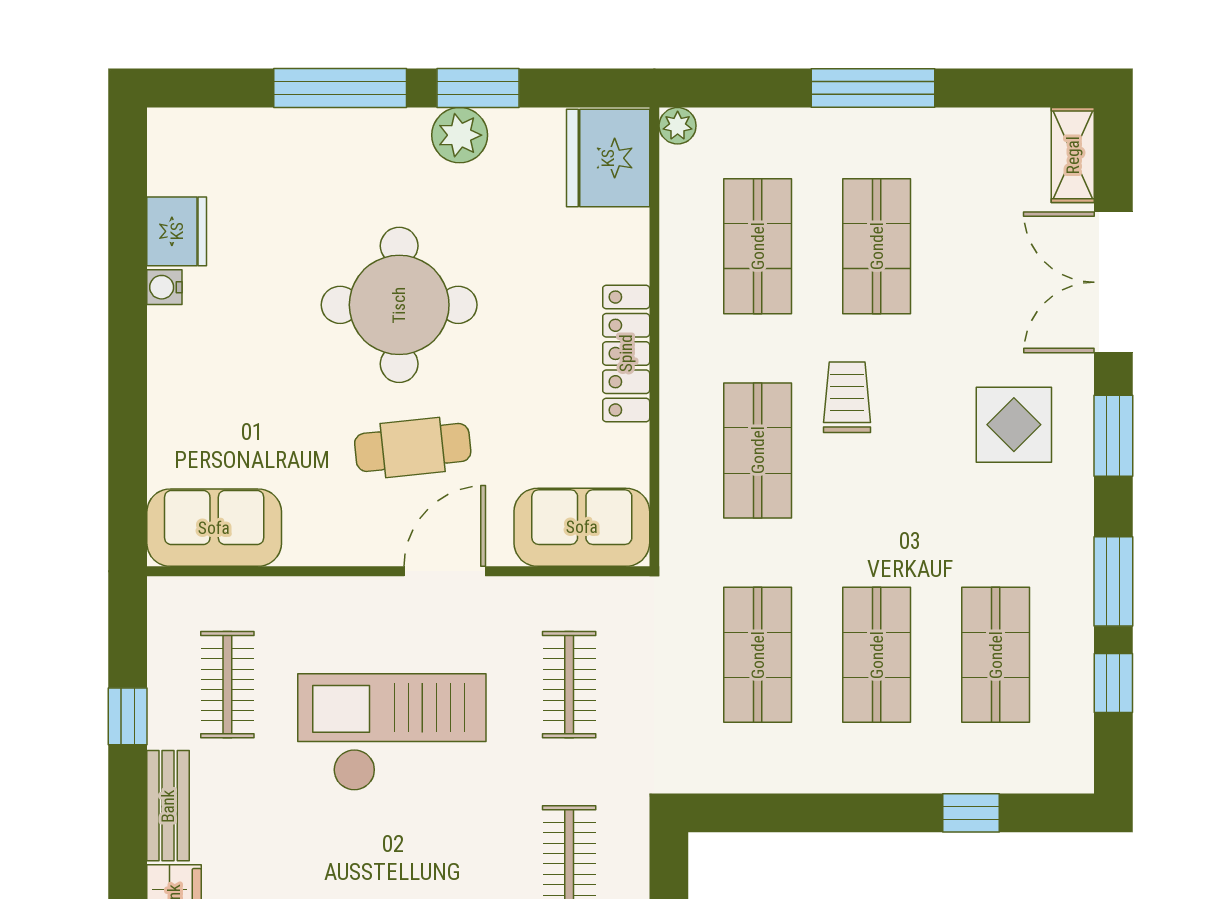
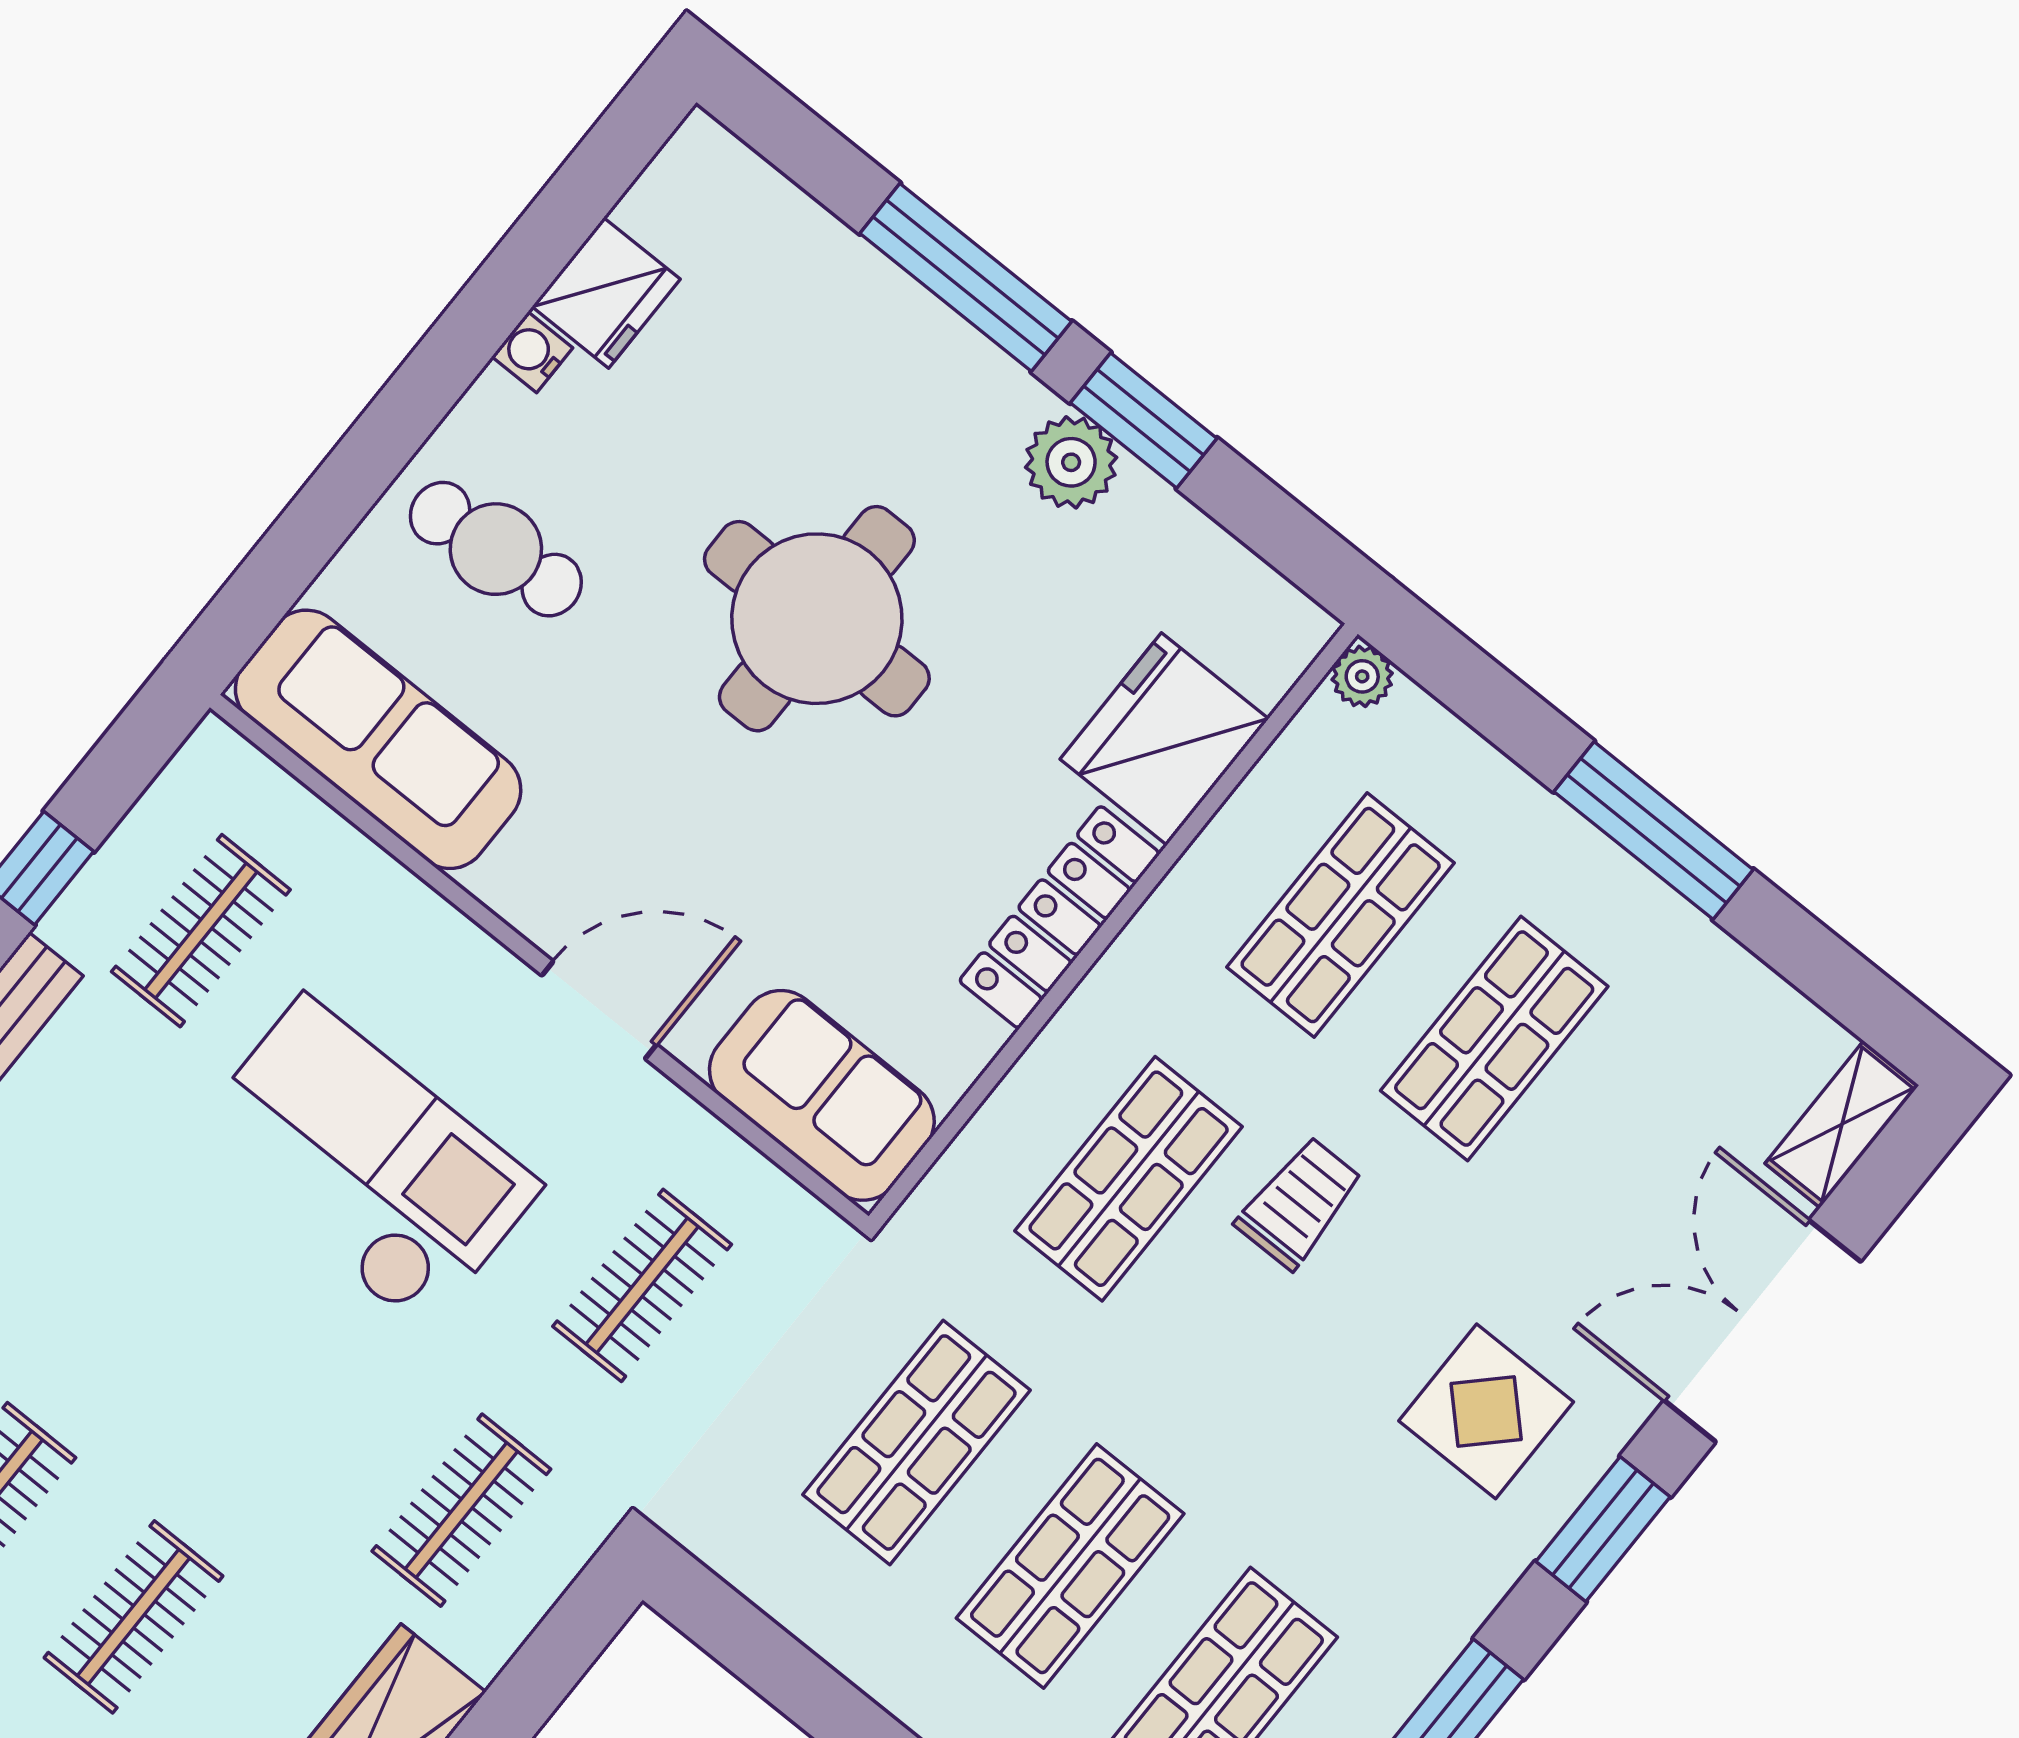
fridge: (608, 158) -> (1164, 739), moved
cafe table: (413, 447) -> (496, 549), moved
sofa: (214, 528) -> (378, 739), width x1.36

